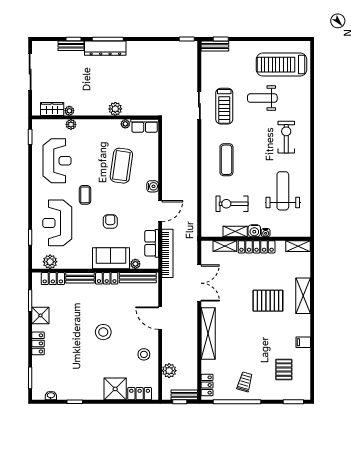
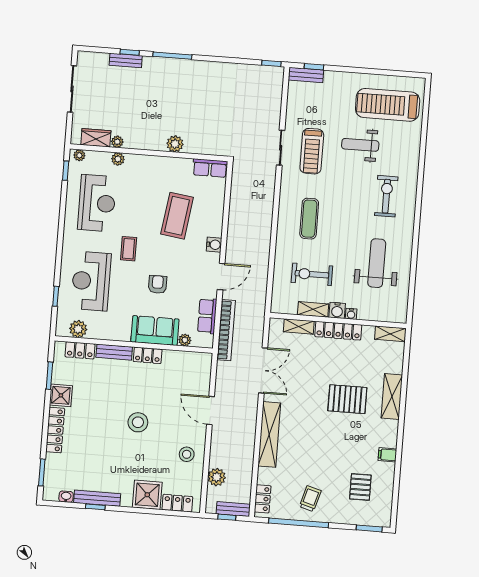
dresser: (105, 48) -> (169, 67), removed
plant: (125, 124) -> (79, 155), moved
bench: (138, 278) -> (97, 498), moved
locker: (38, 343) -> (55, 430), width x1.53

